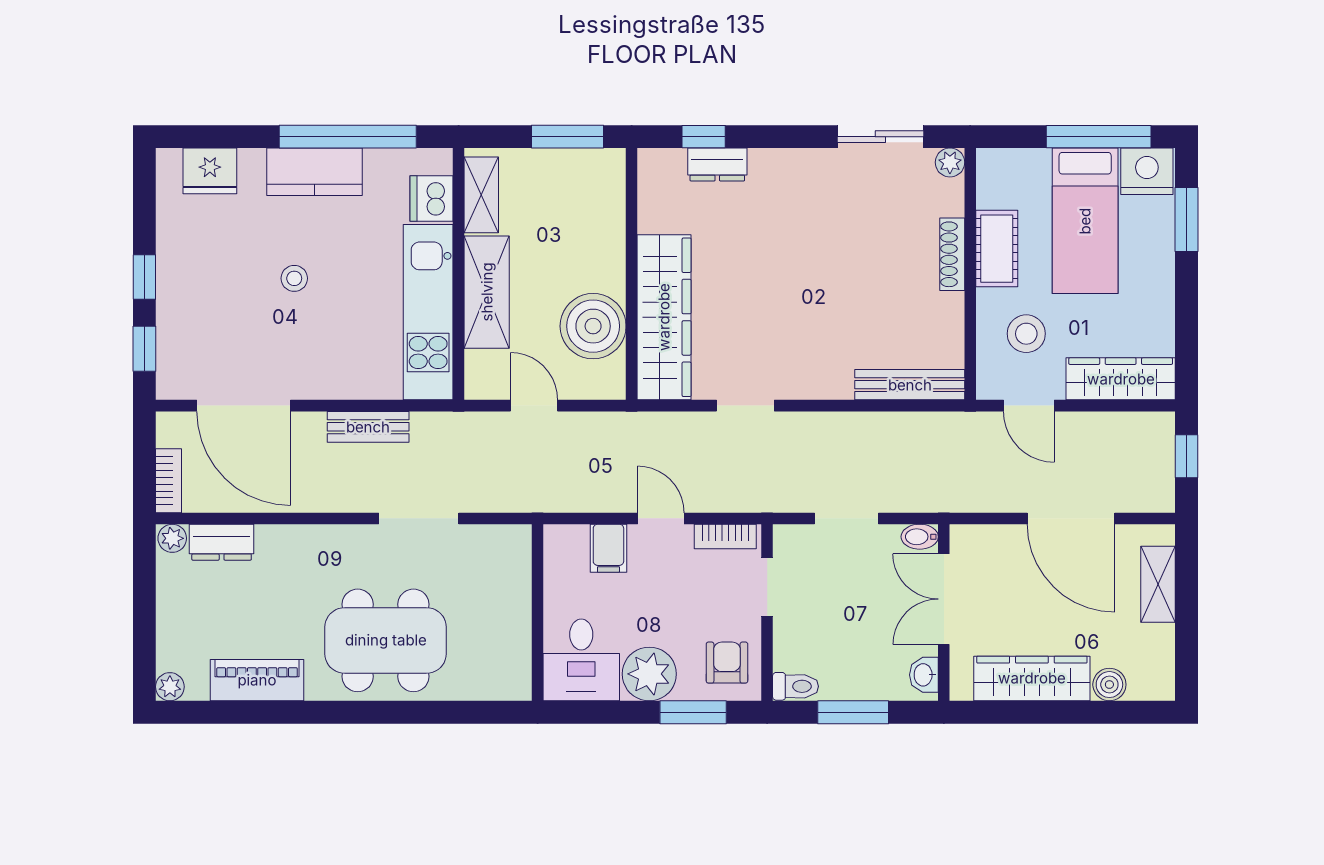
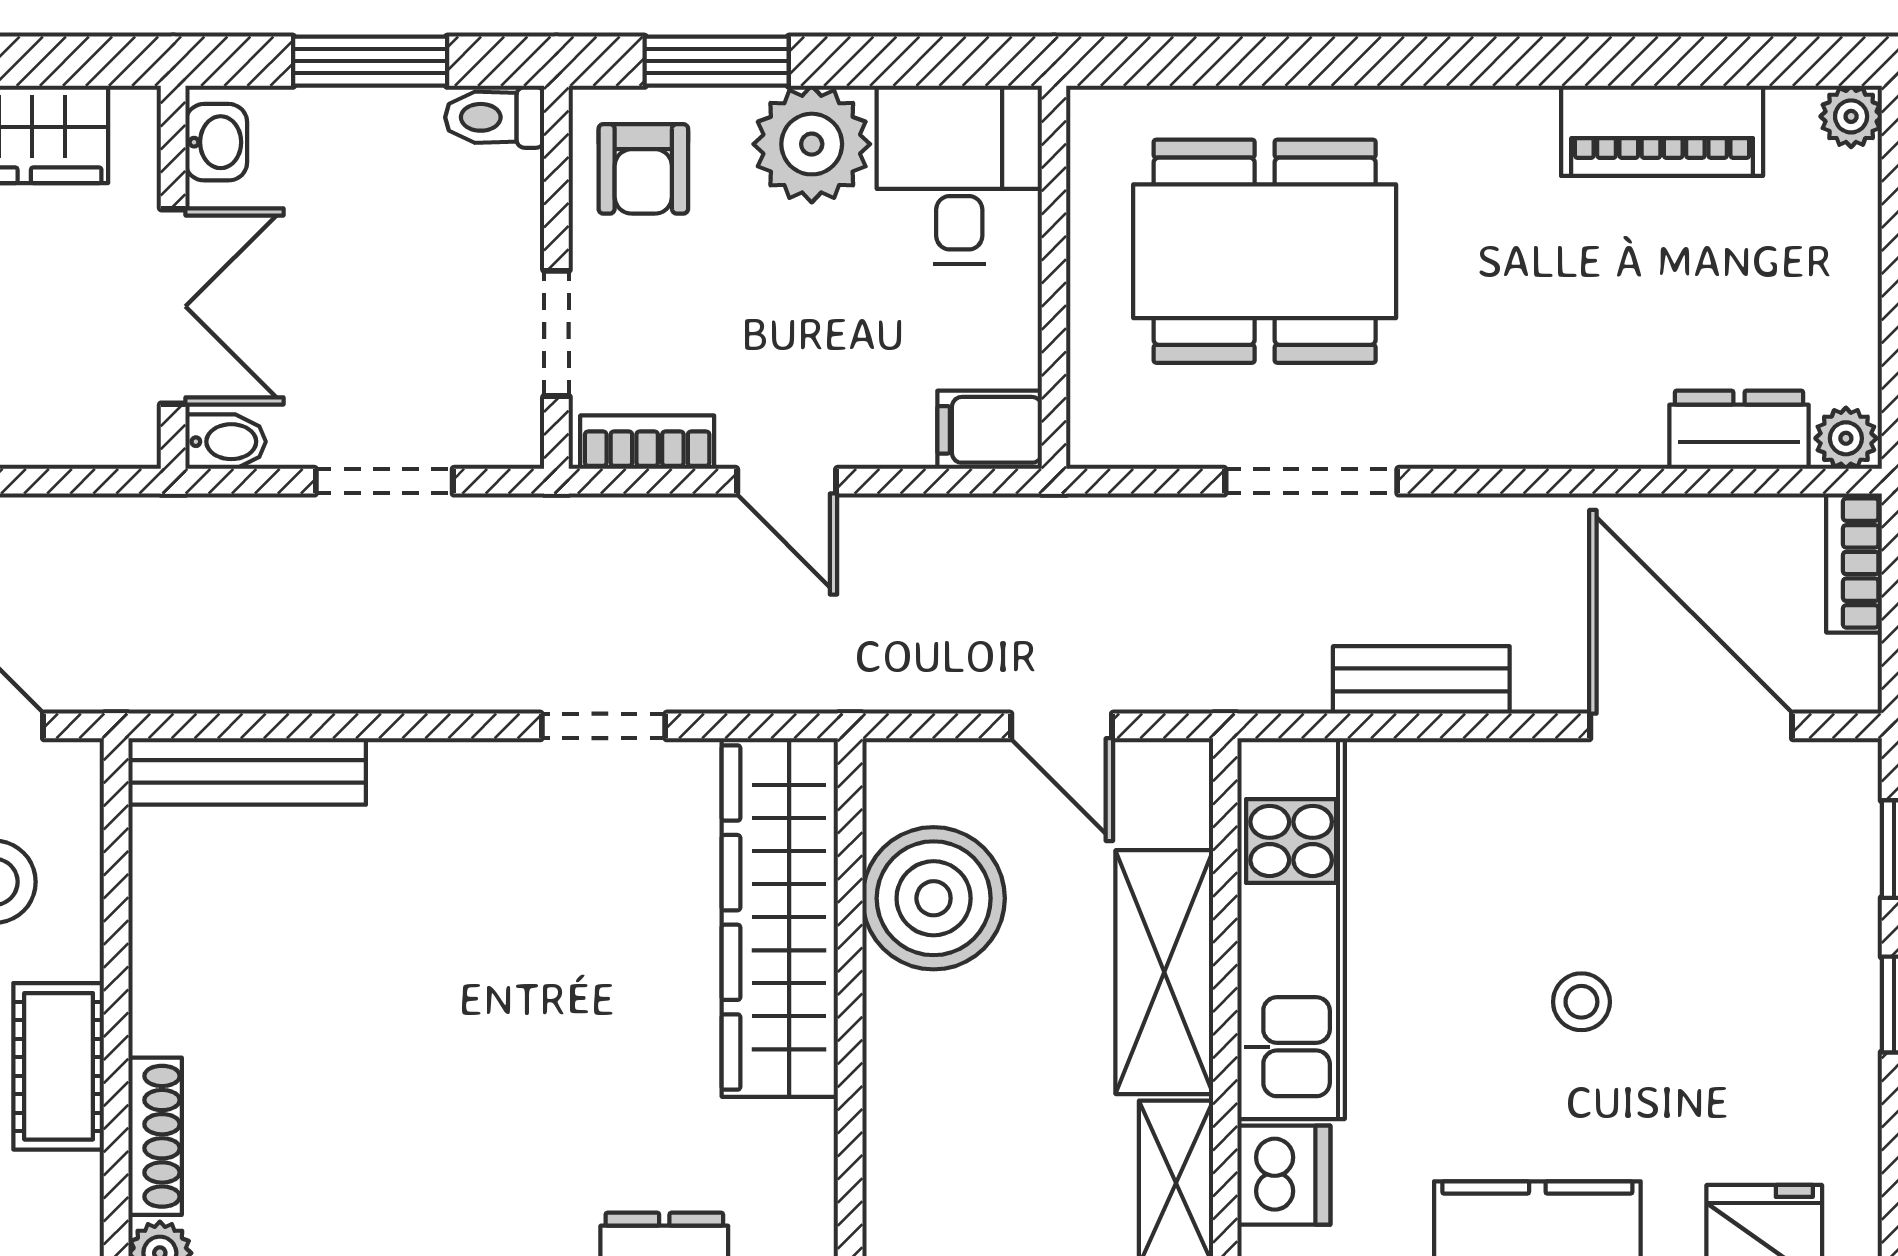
shoe rack: (952, 254) -> (155, 1136), moved
filing cabinet: (608, 548) -> (990, 430), moved, turned -90
dining table: (386, 640) -> (1265, 251), moved

